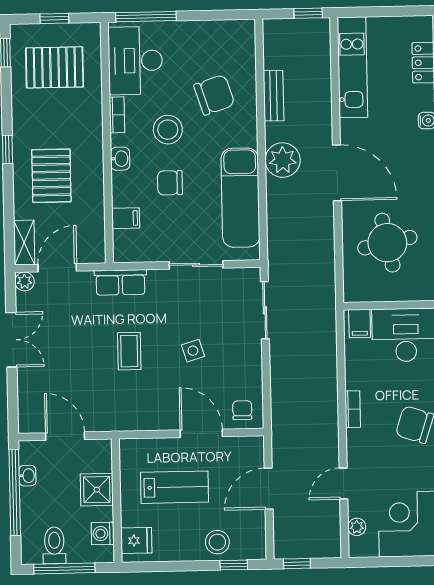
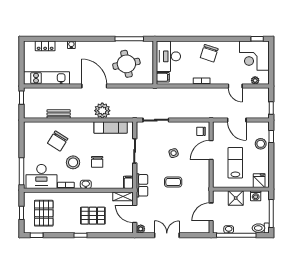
chair: (214, 95) -> (58, 141), turned -130
plant: (283, 160) -> (102, 111), moved
door: (337, 173) -> (94, 86), hinge flipped
exam couch: (240, 198) -> (111, 127), width x0.73, depth x0.69
filing cabinet: (126, 218) -> (128, 182), moved
shelving: (24, 243) -> (123, 196), moved
toilet: (54, 545) -> (261, 228), moved

